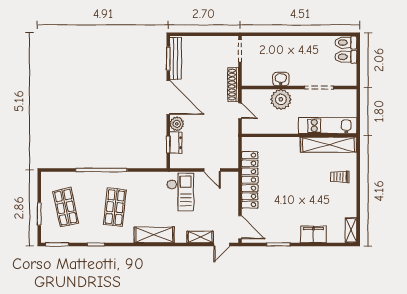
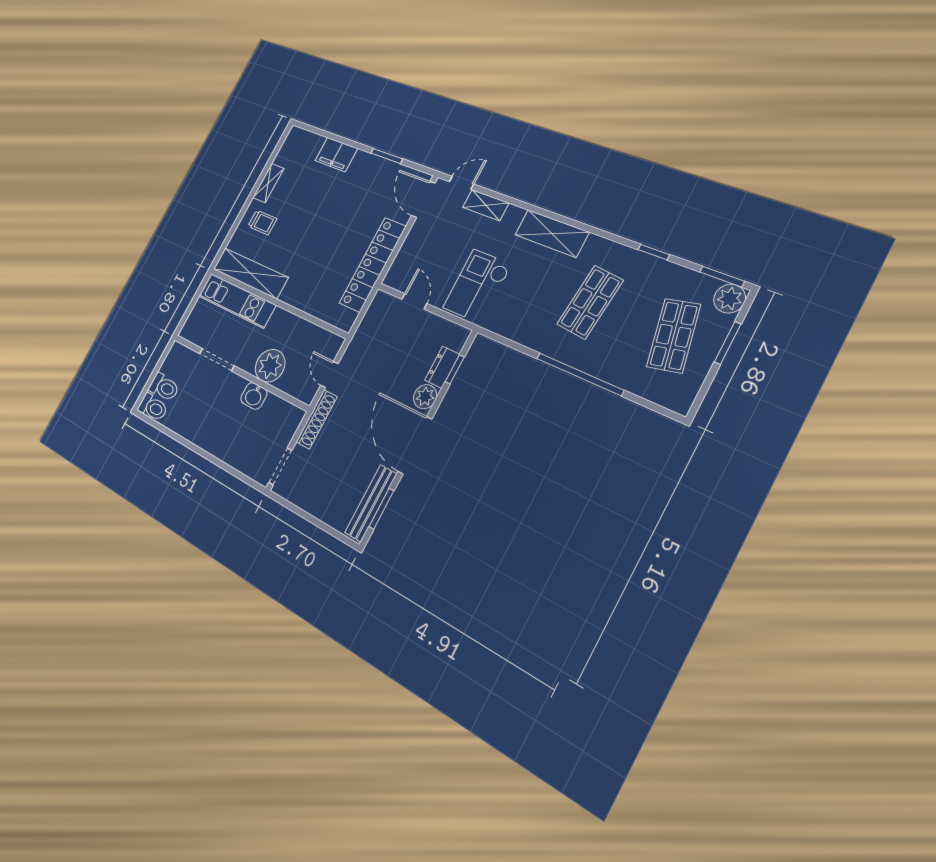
shelving: (351, 230) -> (268, 183), moved
plant: (48, 235) -> (730, 299), added

